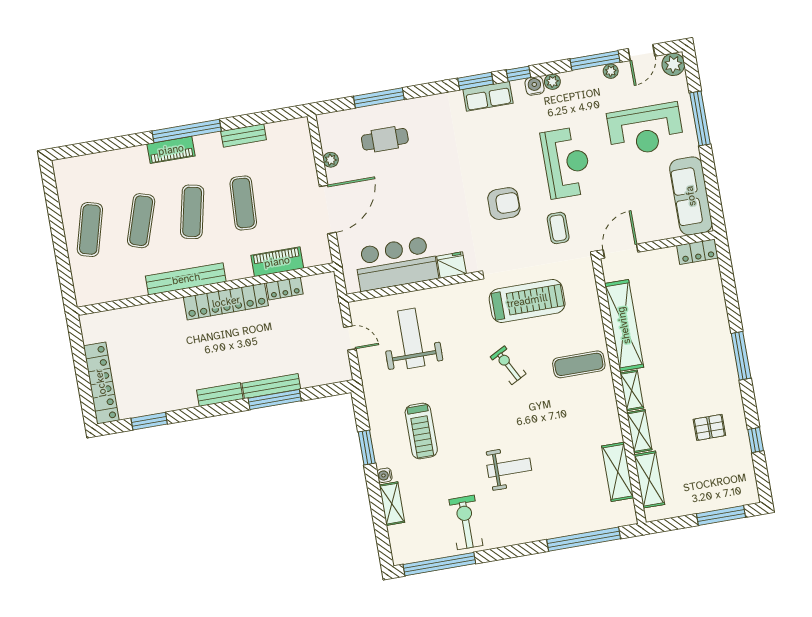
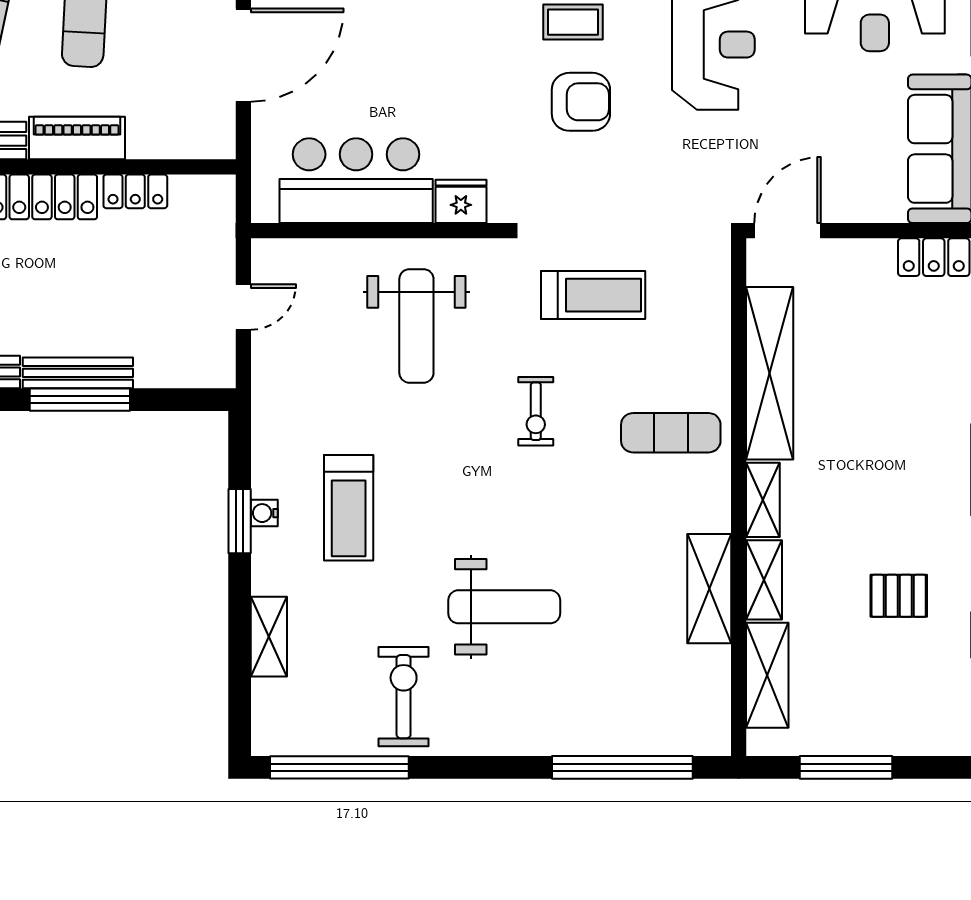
coffee table: (558, 228) -> (573, 22), moved, turned 90
piano: (277, 262) -> (77, 138), moved
treadmill: (527, 301) -> (593, 295), width x0.73, depth x0.73
door: (350, 338) -> (243, 307), hinge flipped
weight bench: (411, 338) -> (416, 326), moved, turned 180
exercise bike: (508, 365) -> (536, 411), turned -152
weight bench: (509, 468) -> (504, 607), width x1.36, depth x1.33
shelving: (618, 472) -> (709, 589), moved
water cooler: (385, 475) -> (264, 513), moved
window: (721, 515) -> (846, 767), moved

